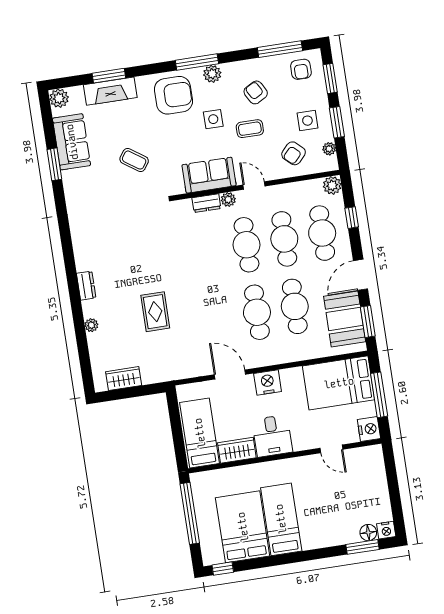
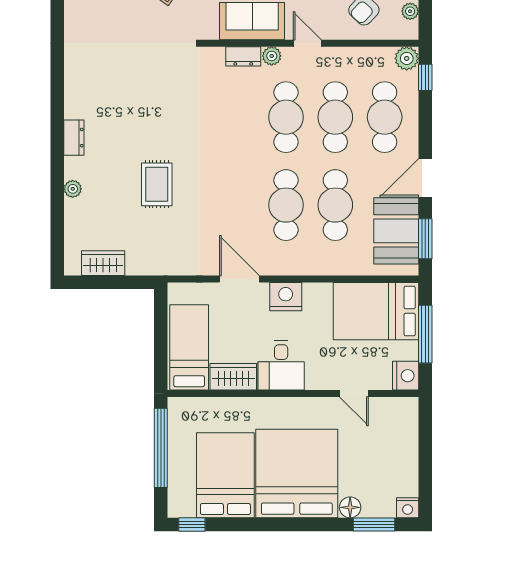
window: (352, 218) -> (425, 77), moved
bed: (281, 519) -> (297, 474), width x2.04
floor lamp: (368, 533) -> (350, 507), moved

